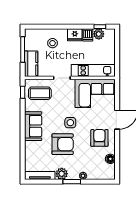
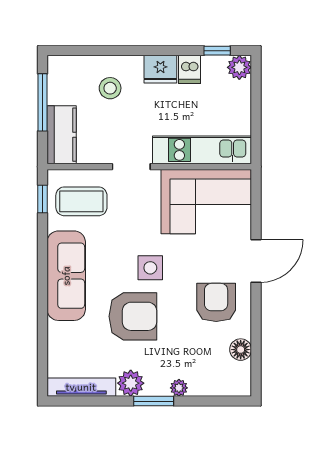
plant: (99, 34) -> (239, 67), moved
sofa: (33, 126) -> (66, 276), width x1.36

